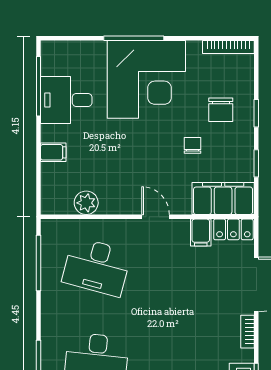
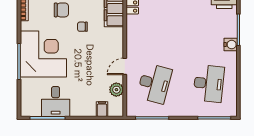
filing cabinet: (53, 152) -> (102, 109), moved
door: (156, 217) -> (125, 66), moved
filing cabinet: (201, 233) -> (134, 22), removed

